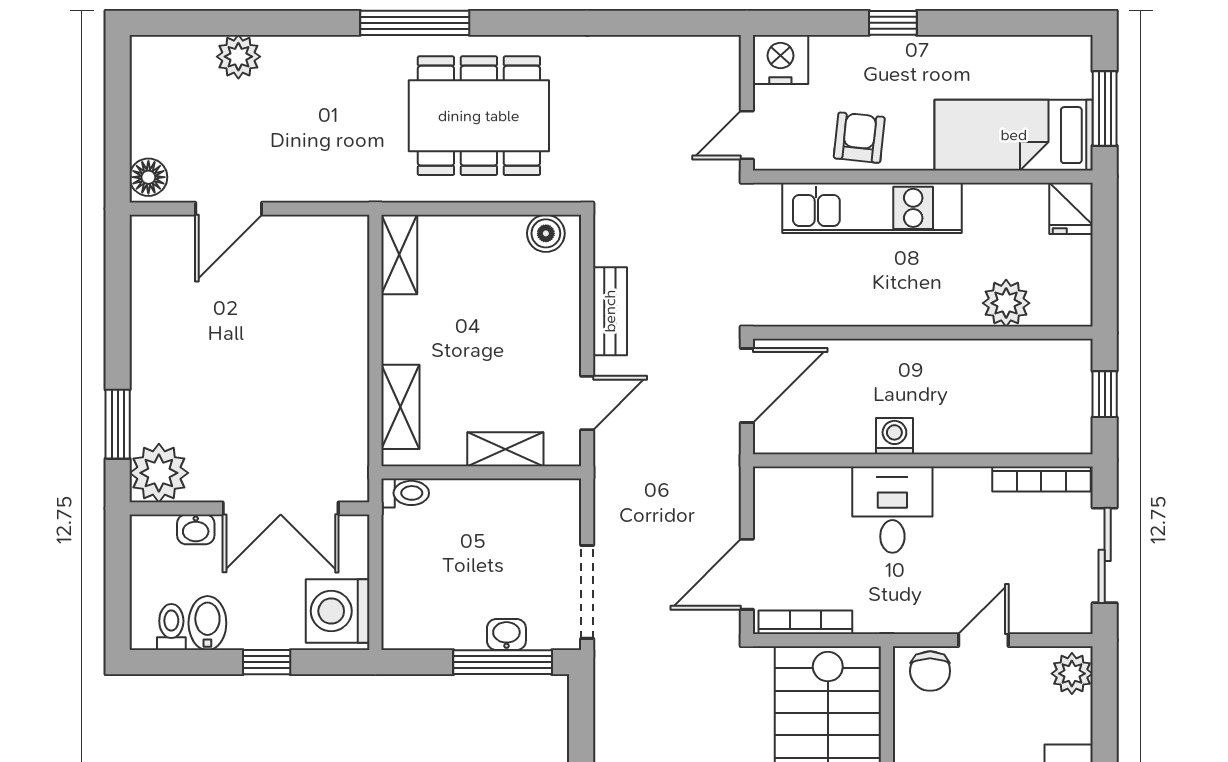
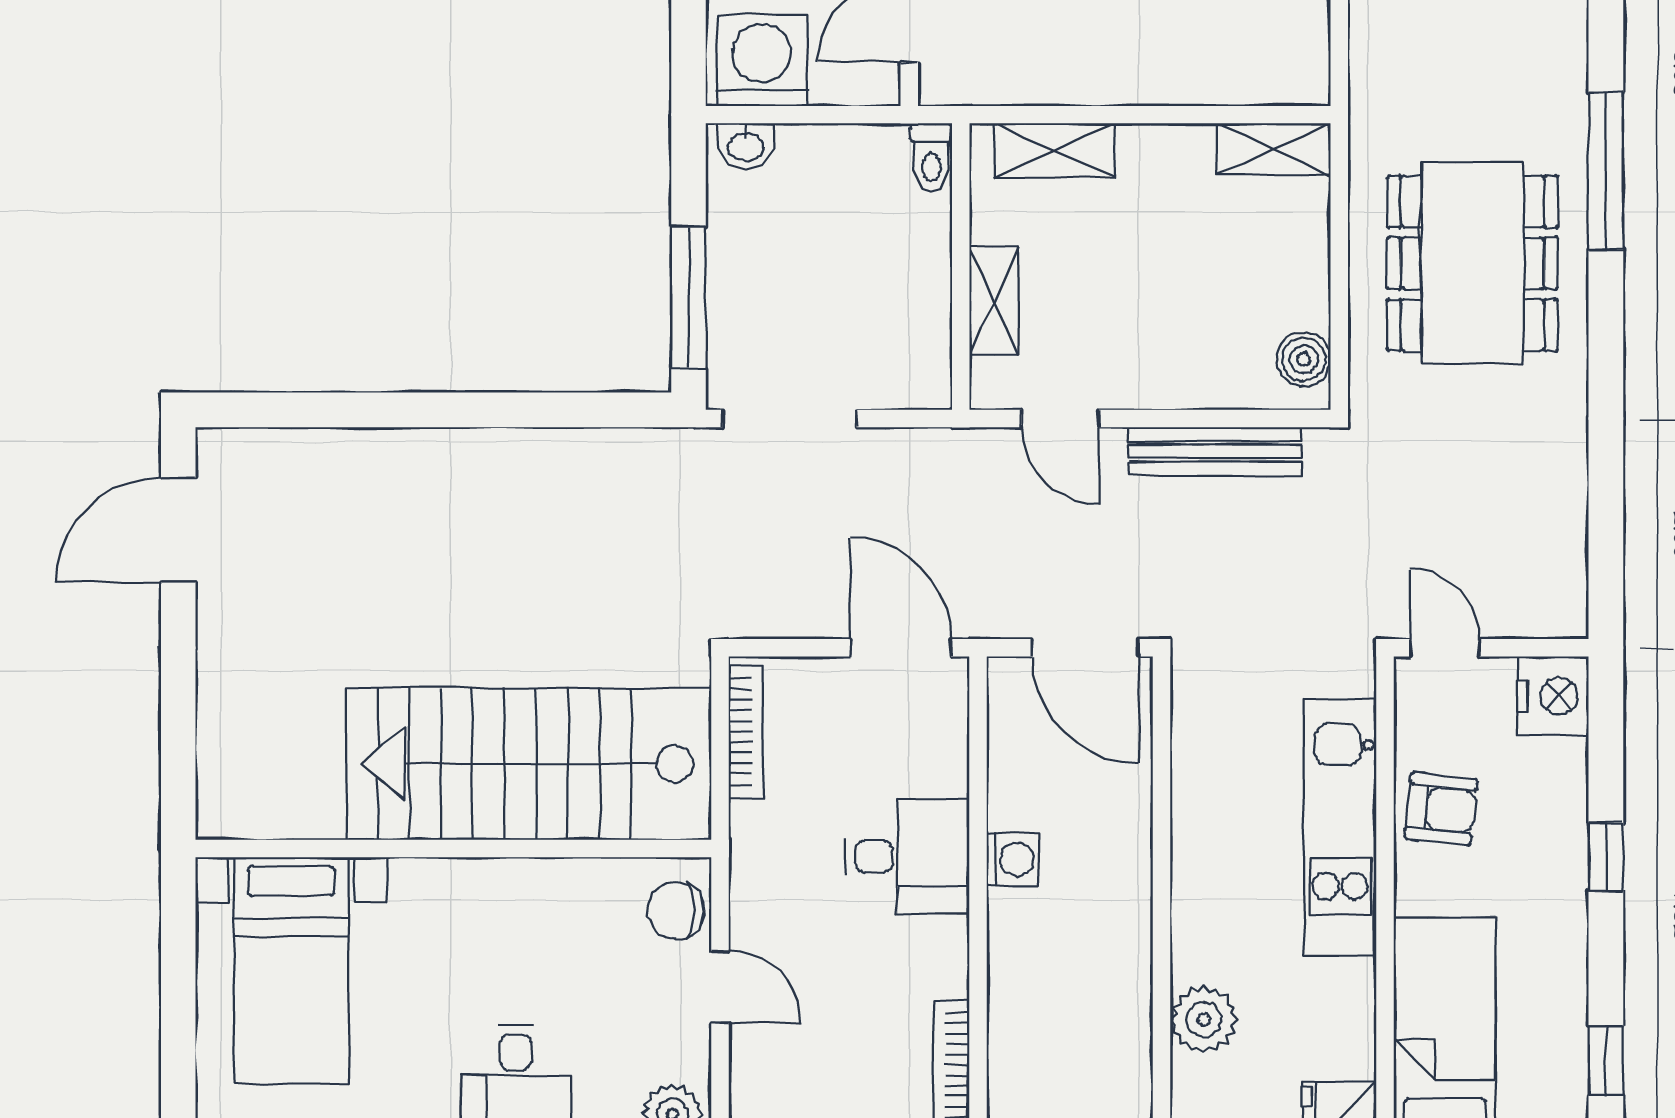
window: (1035, 23) -> (1606, 1060), added
bench: (610, 311) -> (1215, 451), width x1.36
door: (747, 574) -> (901, 648), moved
washbasin: (506, 635) -> (746, 146), moved, turned 90

